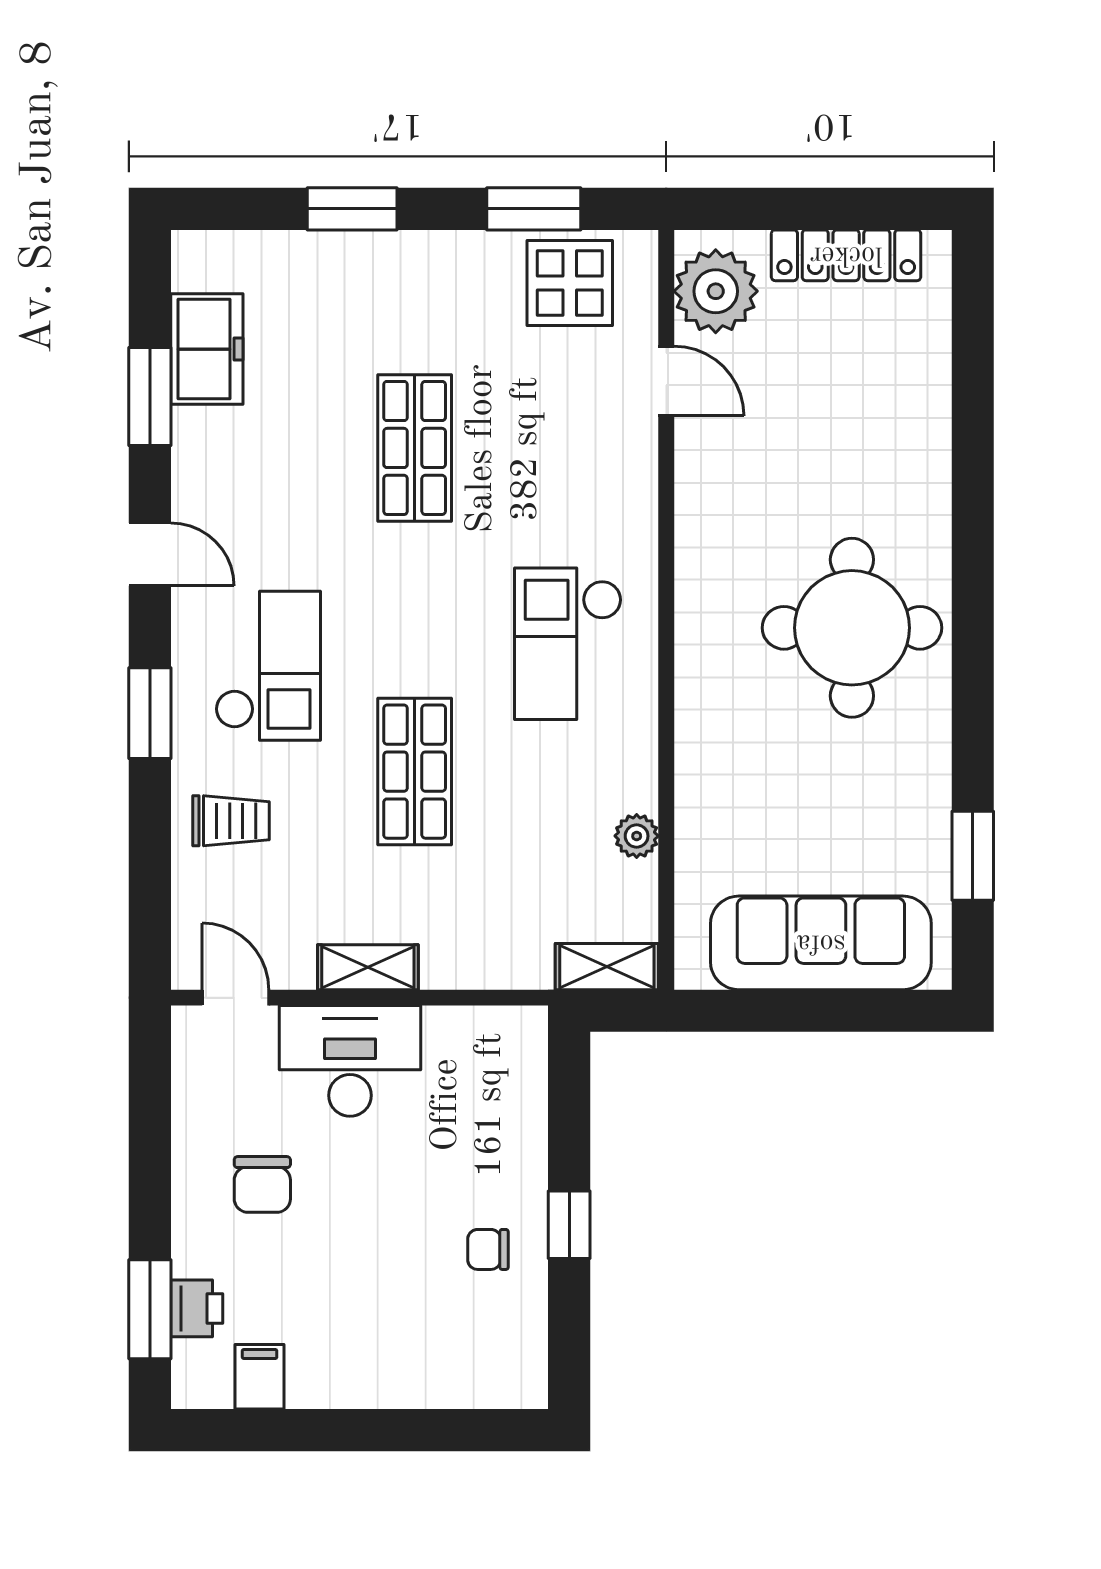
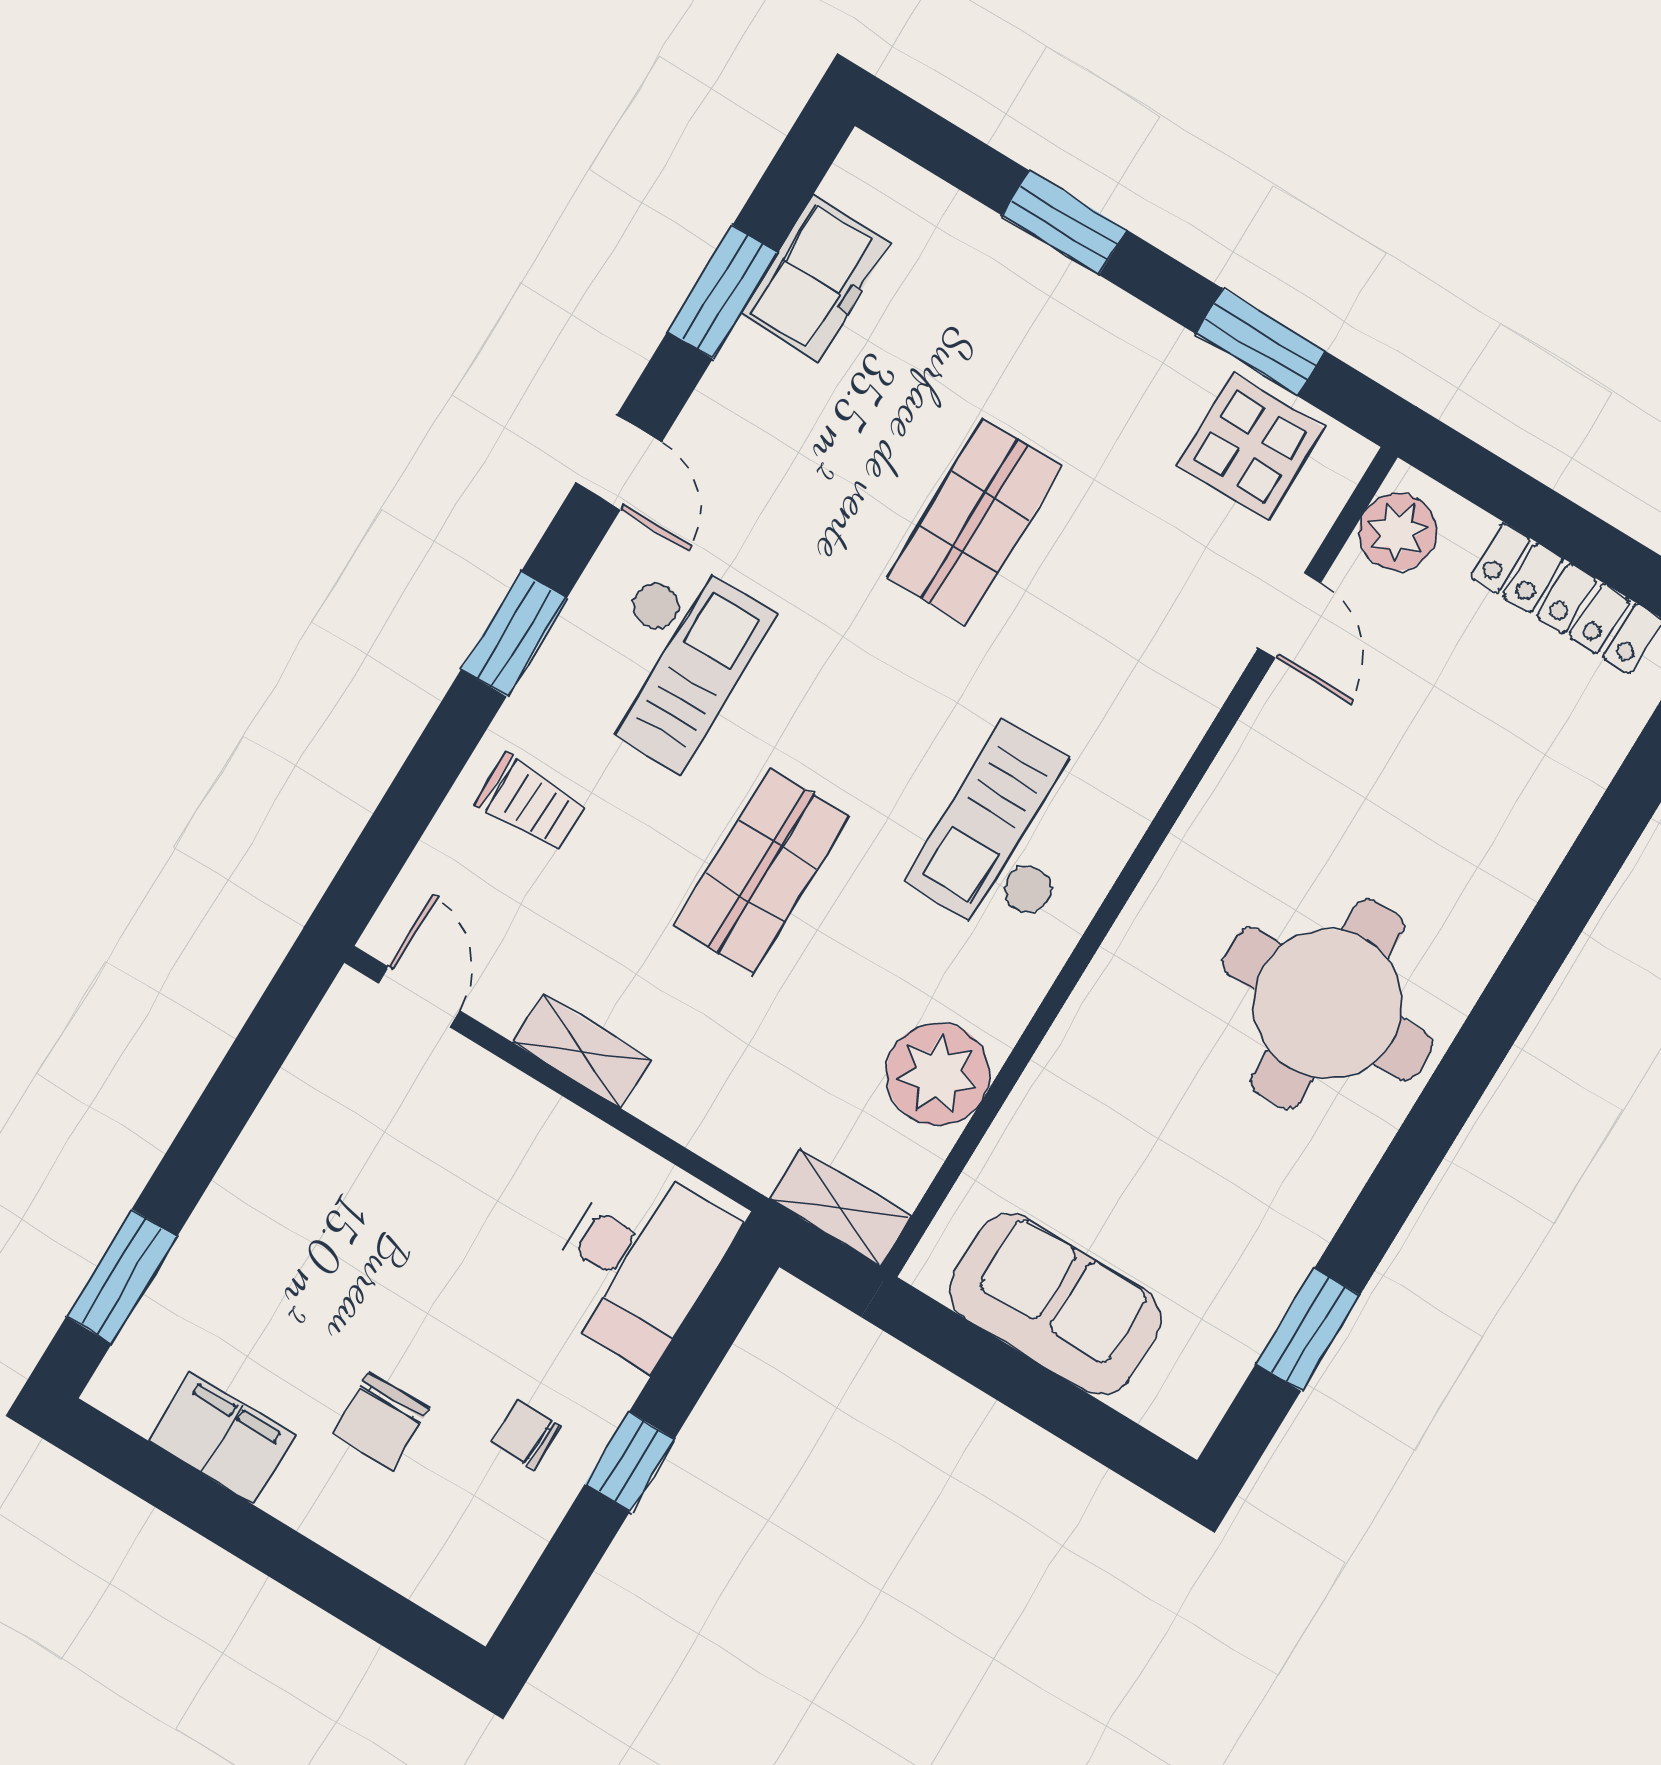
plant: (716, 291) -> (1398, 532), width x0.73, depth x0.73
plant: (637, 836) -> (938, 1074), width x1.88, depth x1.88
sofa: (821, 943) -> (1055, 1304), width x0.73
desk: (350, 1061) -> (638, 1263), moved, turned 90
chair: (262, 1184) -> (380, 1421), moved
printer: (197, 1308) -> (173, 1307), removed
filing cabinet: (260, 1377) -> (222, 1438), width x2.00

